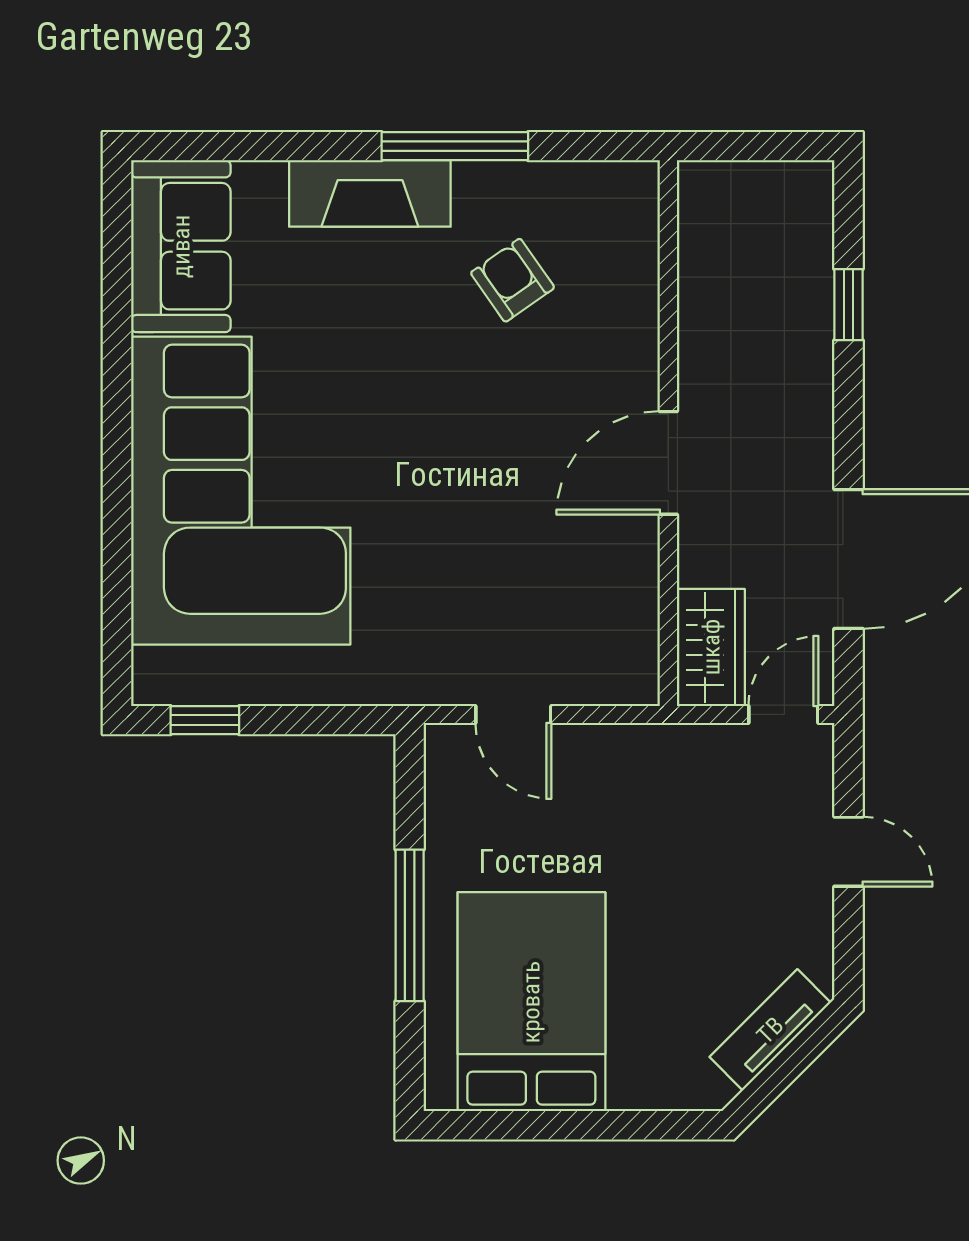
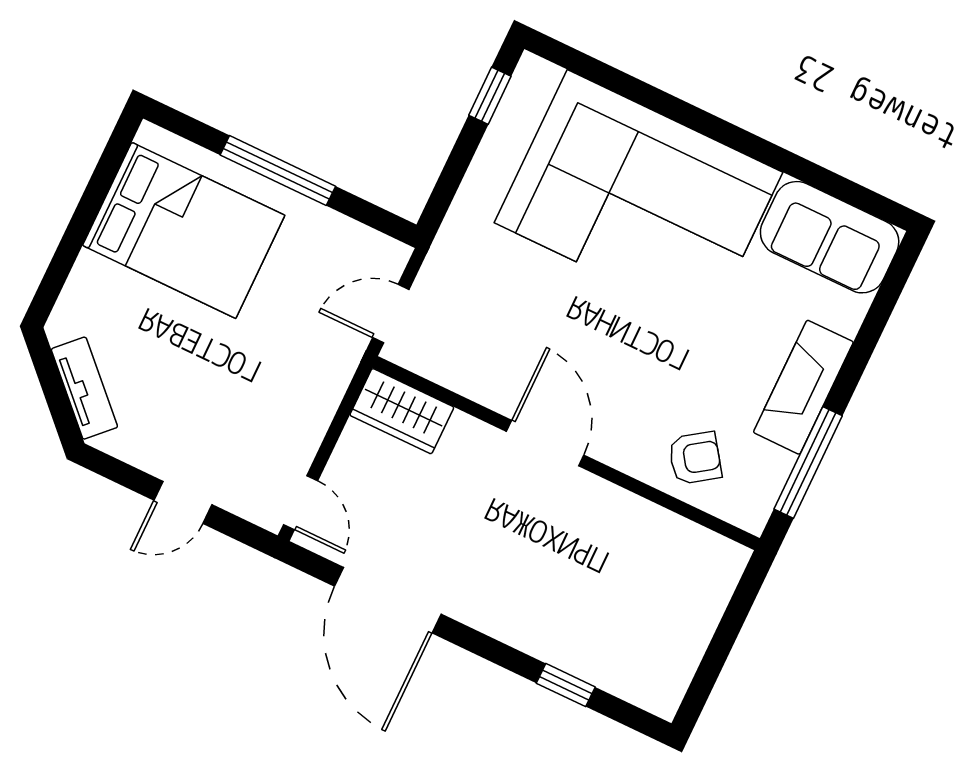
wall: (668, 433) -> (566, 453), moved
door: (668, 463) -> (545, 443), moved
wardrobe: (711, 647) -> (402, 411), moved

